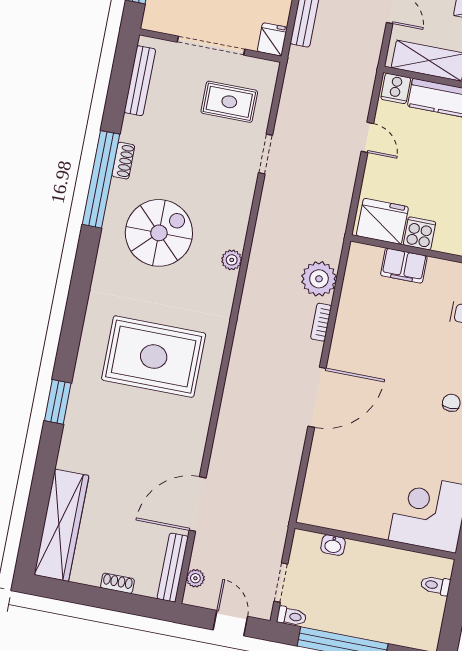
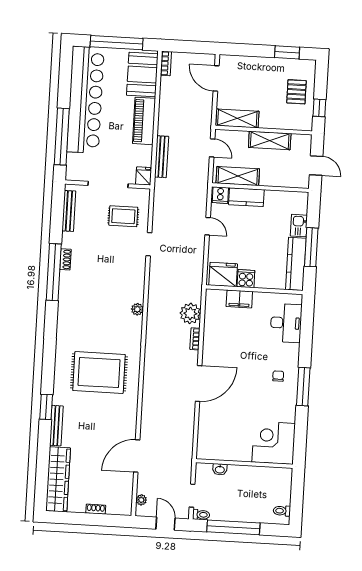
spiral stairs: (159, 233) -> (92, 299), removed
bench: (173, 568) -> (56, 426), moved
toilet: (435, 585) -> (282, 511), moved

